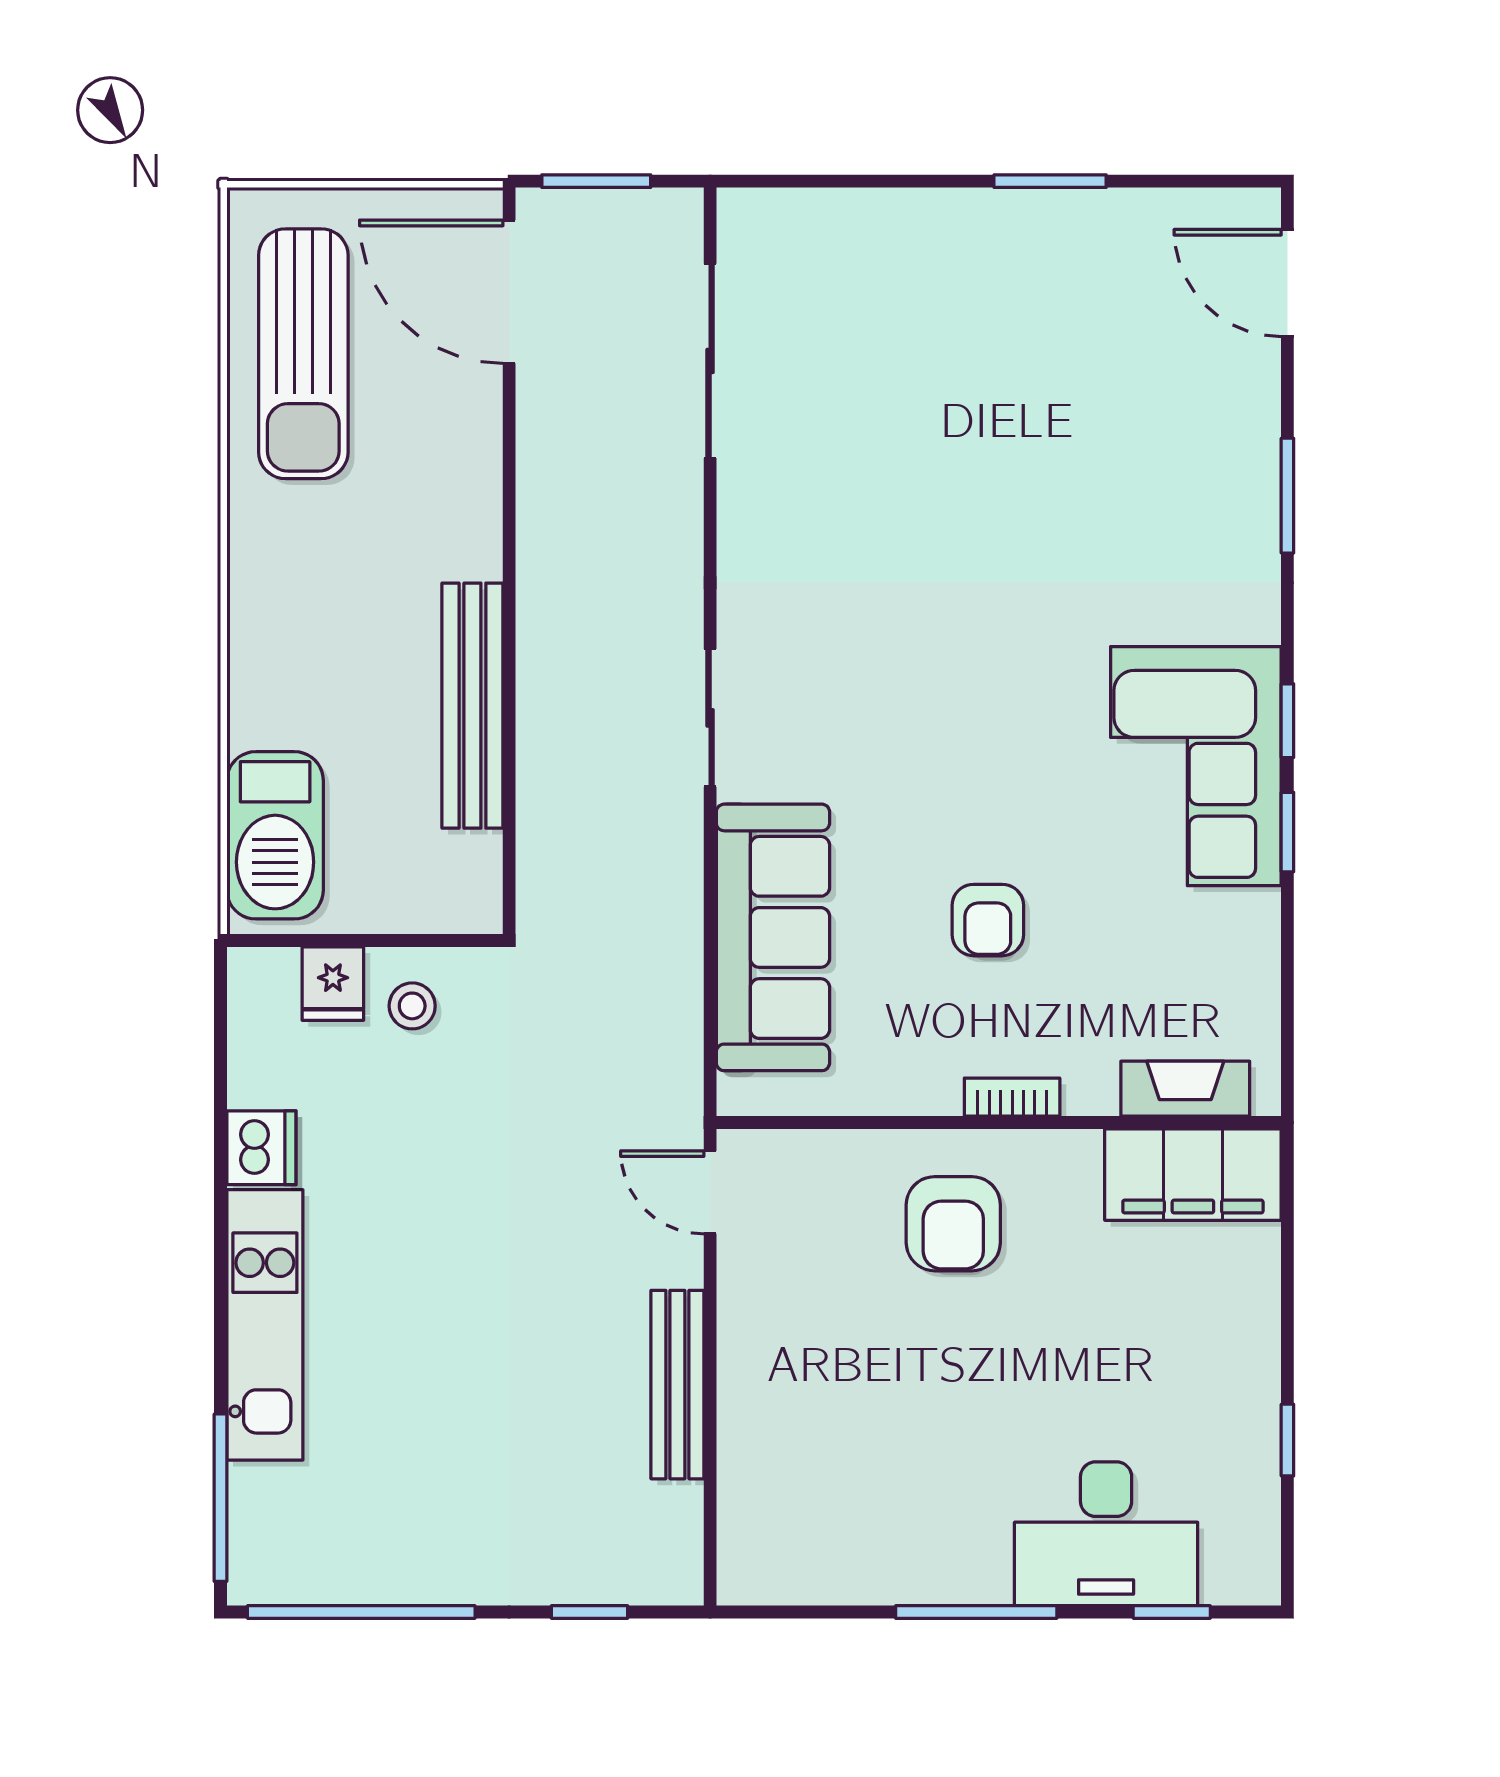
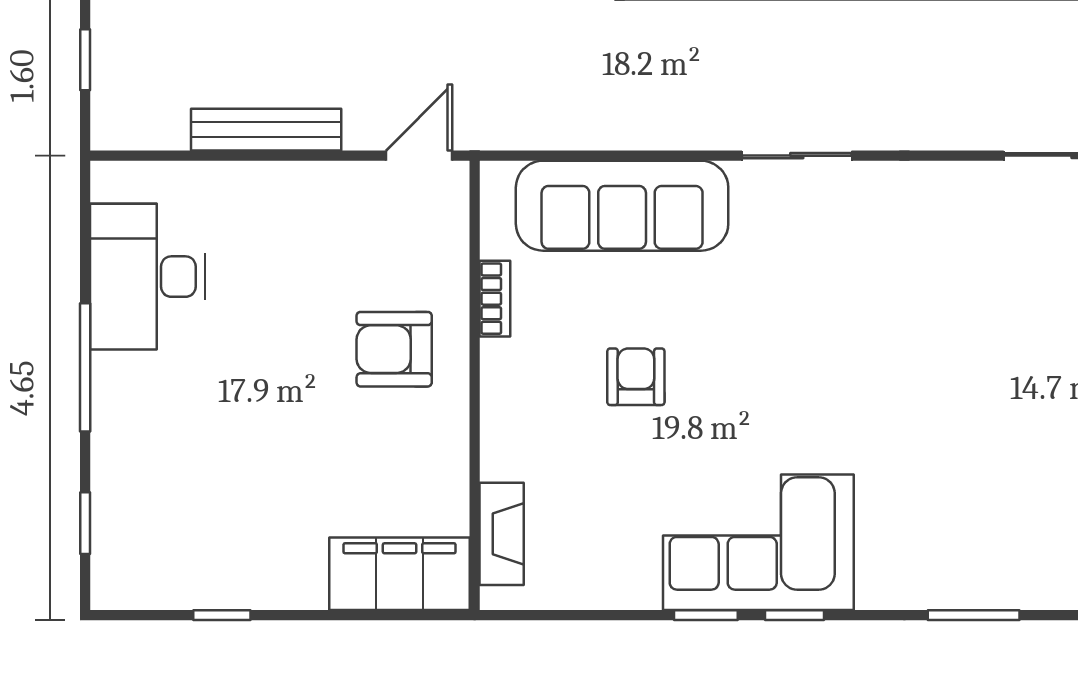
armchair: (988, 920) -> (636, 377), turned 90
bookcase: (1012, 1097) -> (495, 299), moved
filing cabinet: (1193, 1175) -> (400, 574), moved, turned 90
desk: (1106, 1534) -> (147, 277), moved

